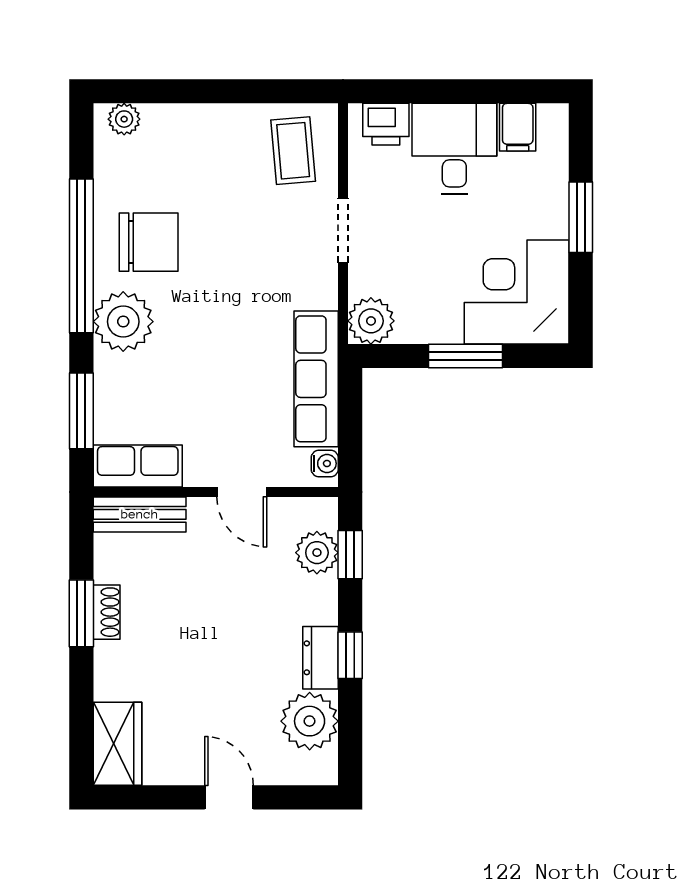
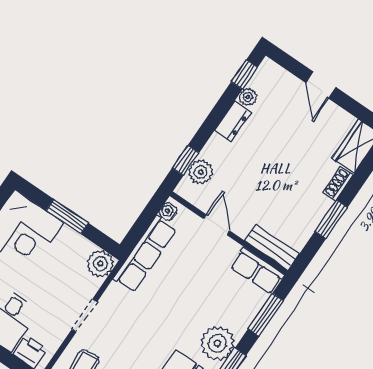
shoe rack: (107, 612) -> (338, 184), moved
window: (350, 655) -> (244, 75), moved
plant: (310, 721) -> (248, 97), width x0.53, depth x0.53

